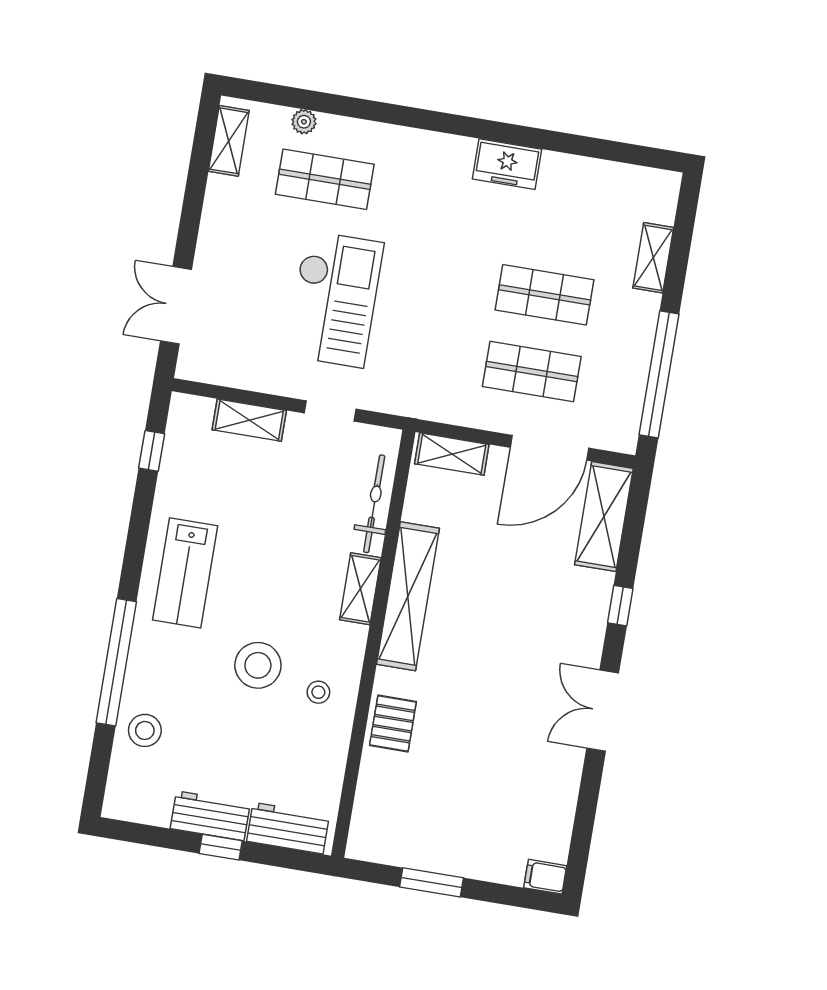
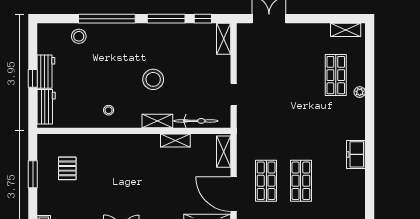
plant: (304, 122) -> (360, 92), moved
checkout: (335, 299) -> (284, 88), removed
shelving: (249, 420) -> (224, 39), moved
window: (138, 532) -> (166, 19), added
lab bench: (185, 573) -> (151, 42), removed
shelving: (408, 596) -> (175, 140), width x0.45, depth x0.75
stool: (258, 665) -> (153, 79), moved
pallet: (393, 724) -> (67, 168), moved, turned 90

